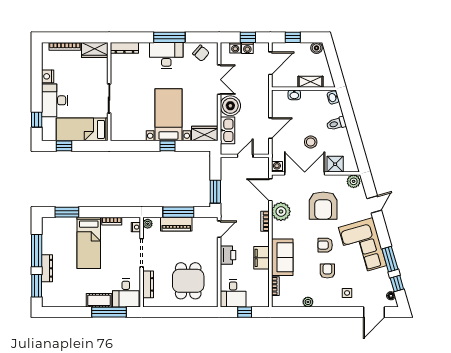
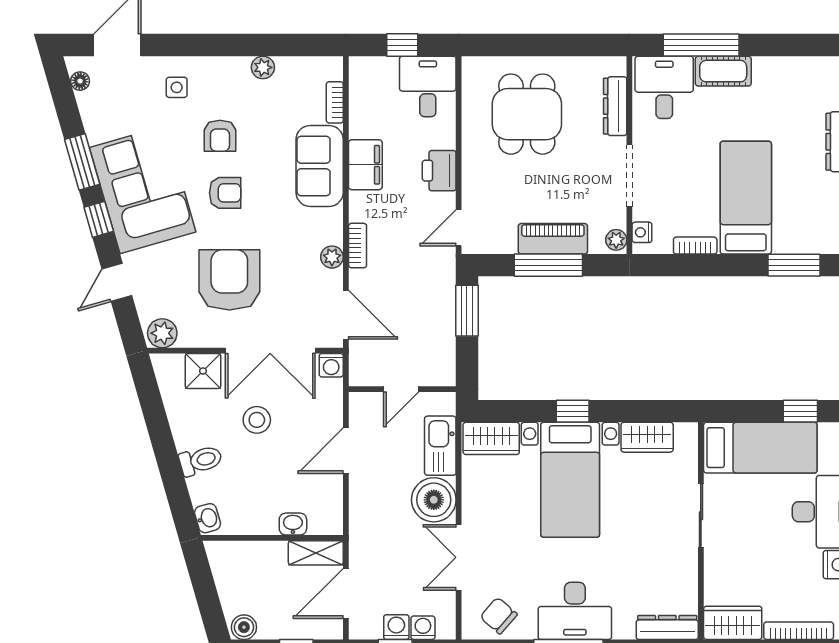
shelving: (310, 82) -> (316, 553), moved
wardrobe: (134, 134) -> (647, 437), added
plant: (281, 212) -> (332, 257), width x0.53, depth x0.53
window: (397, 283) -> (99, 219), moved

